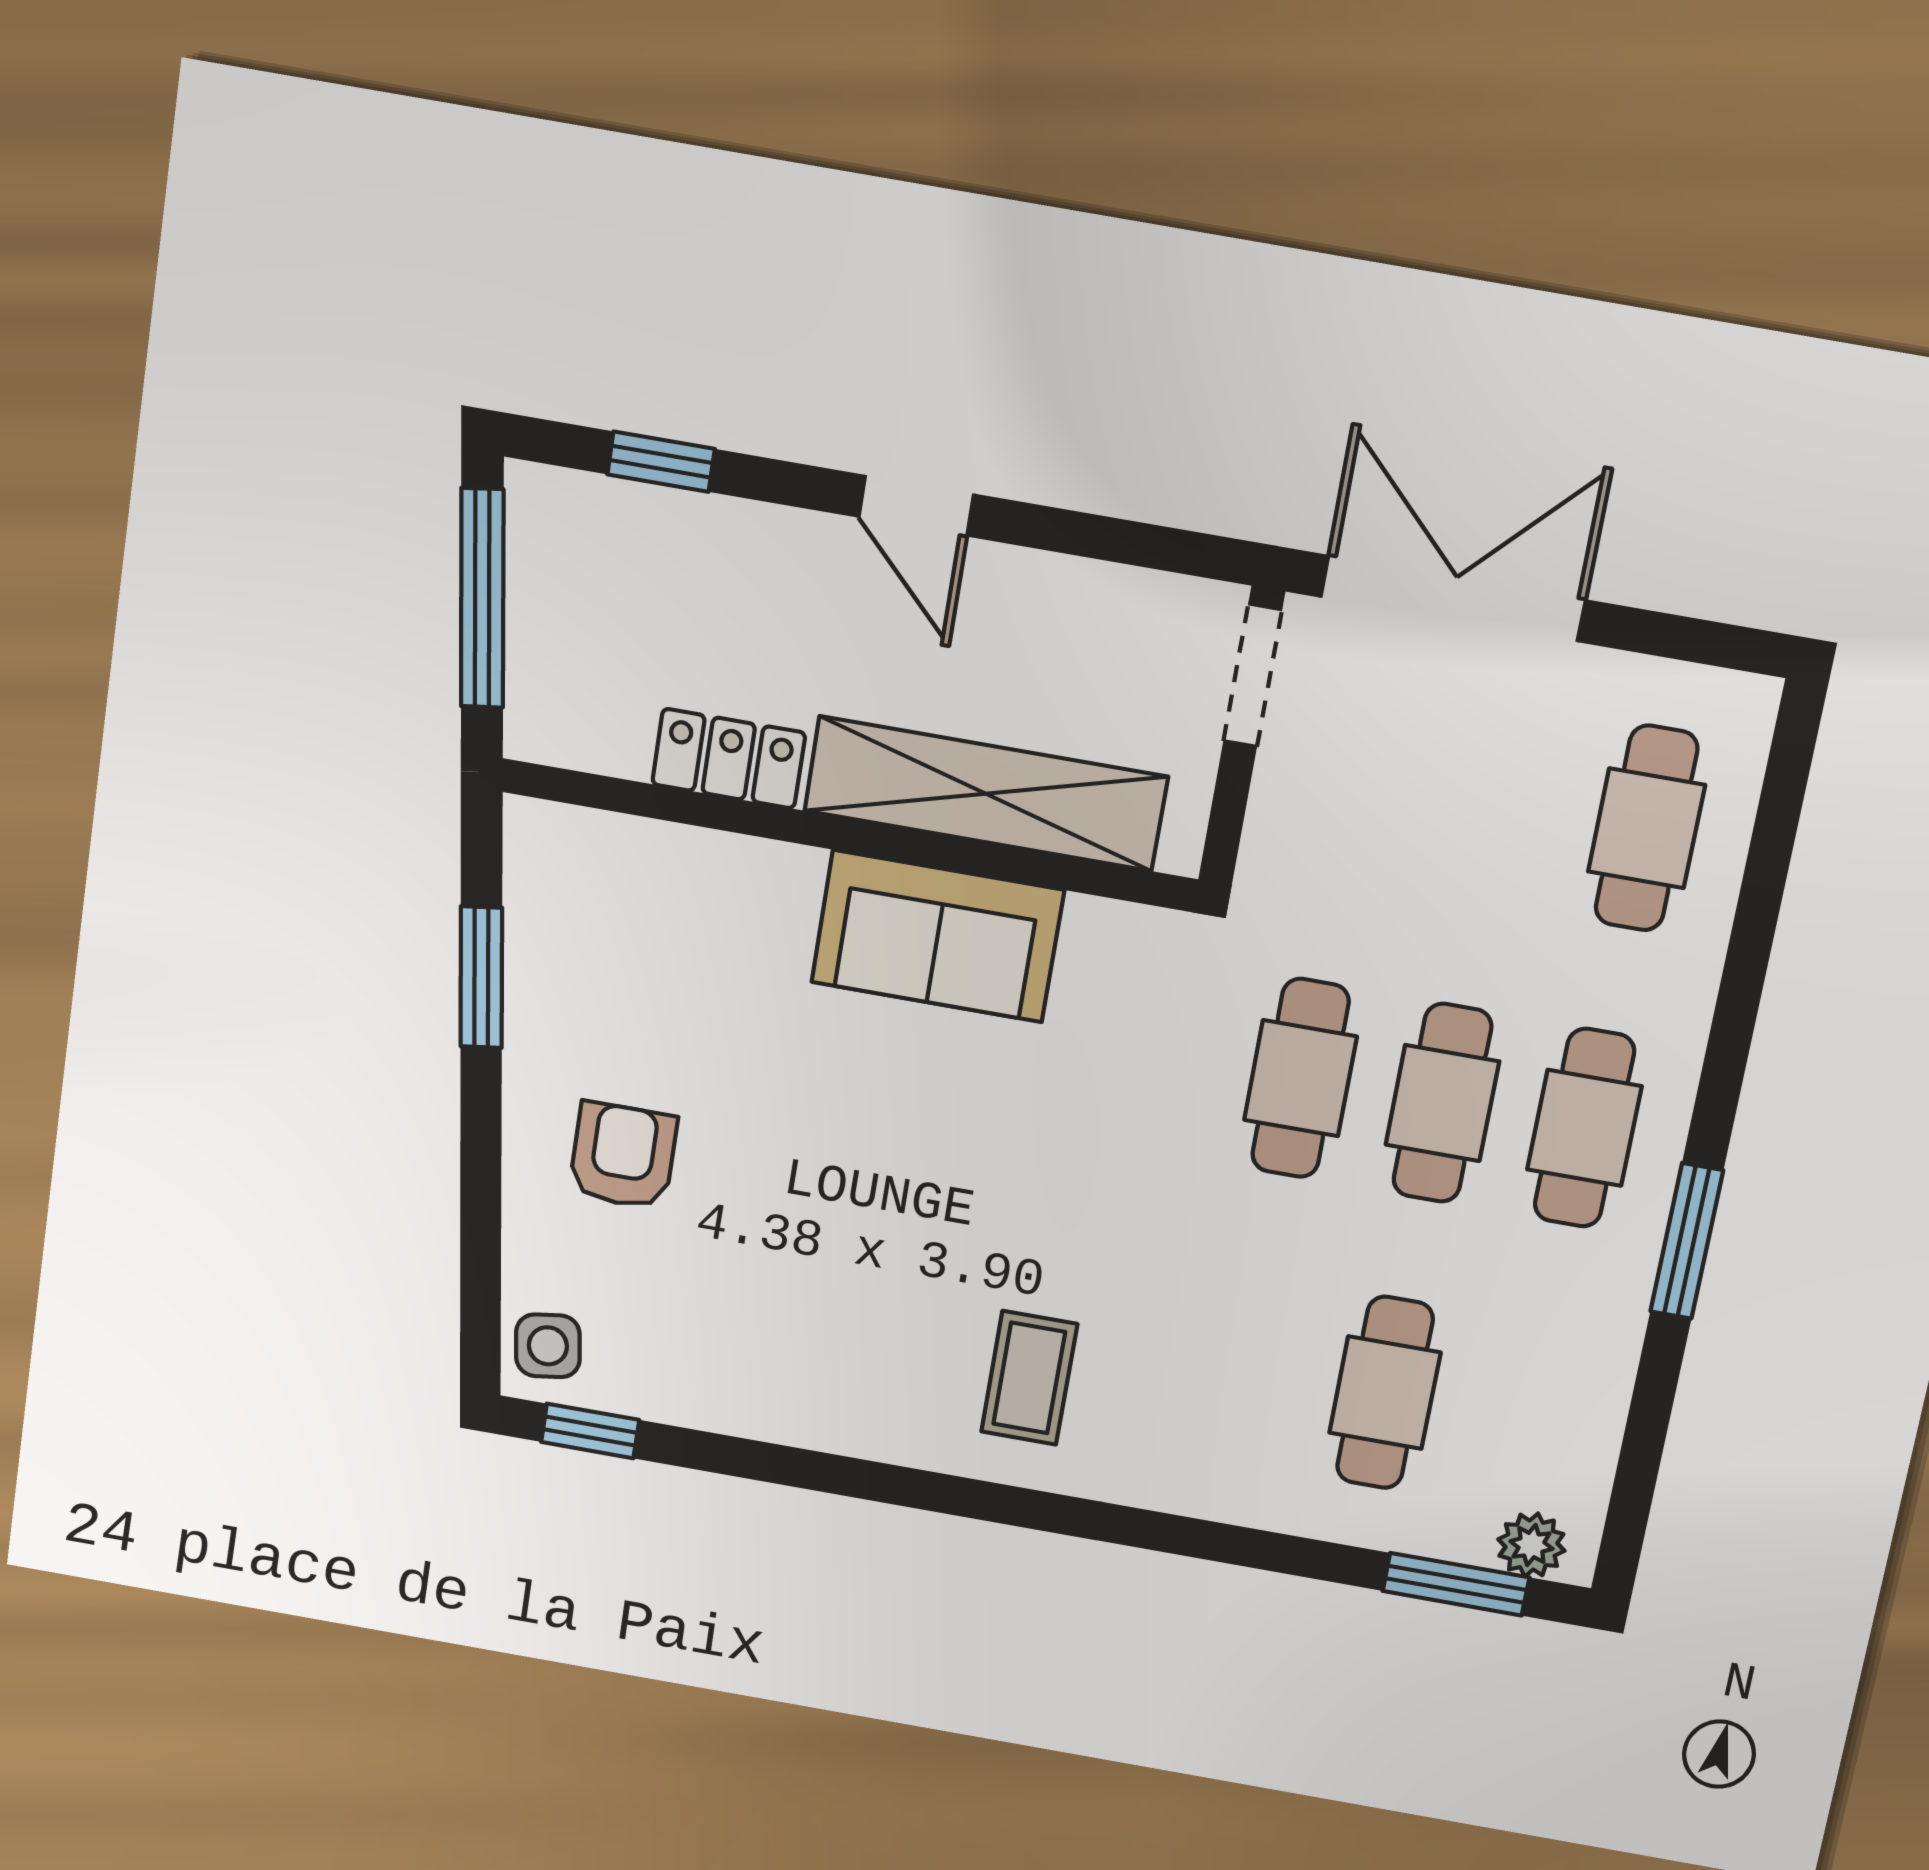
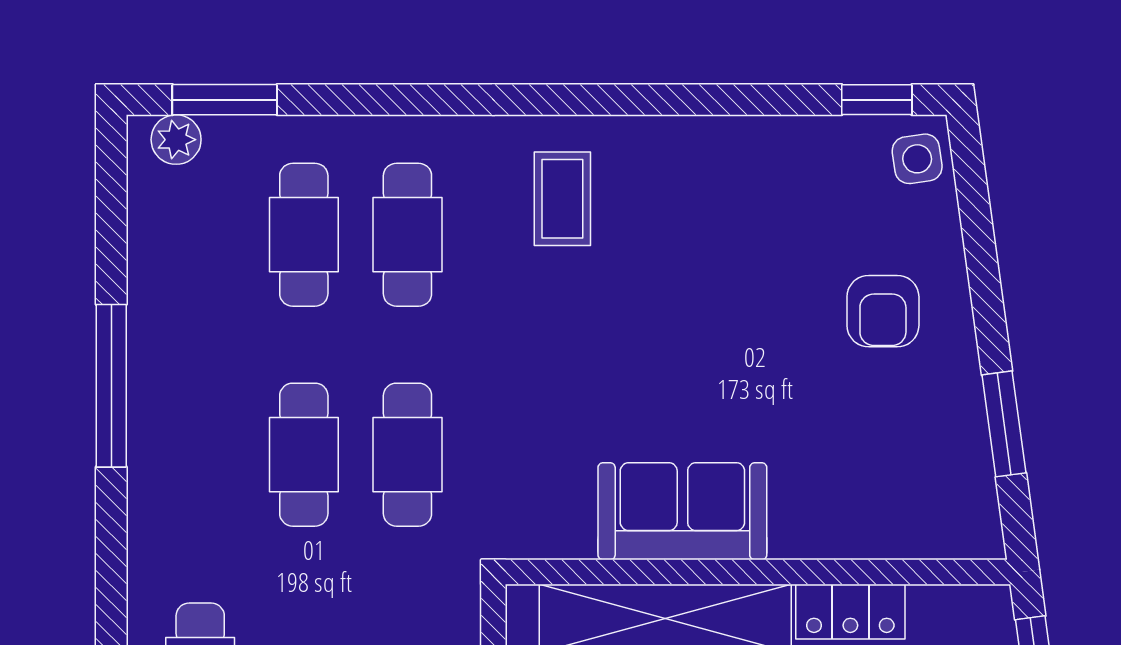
cafe table: (1584, 1128) -> (407, 235), moved
window: (1687, 1241) -> (111, 386), width x1.44

